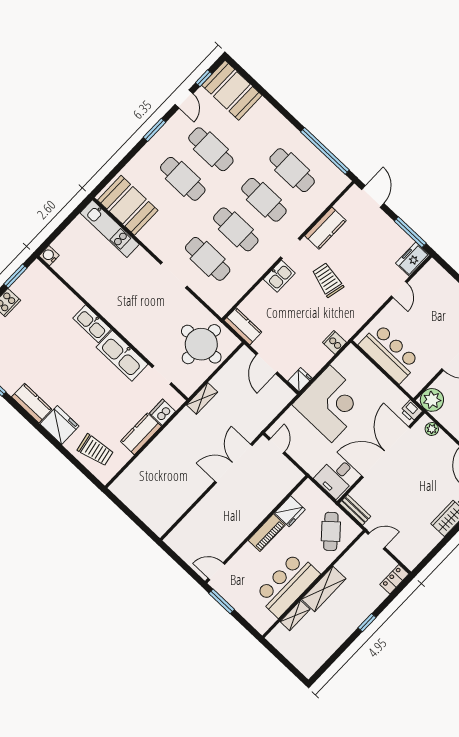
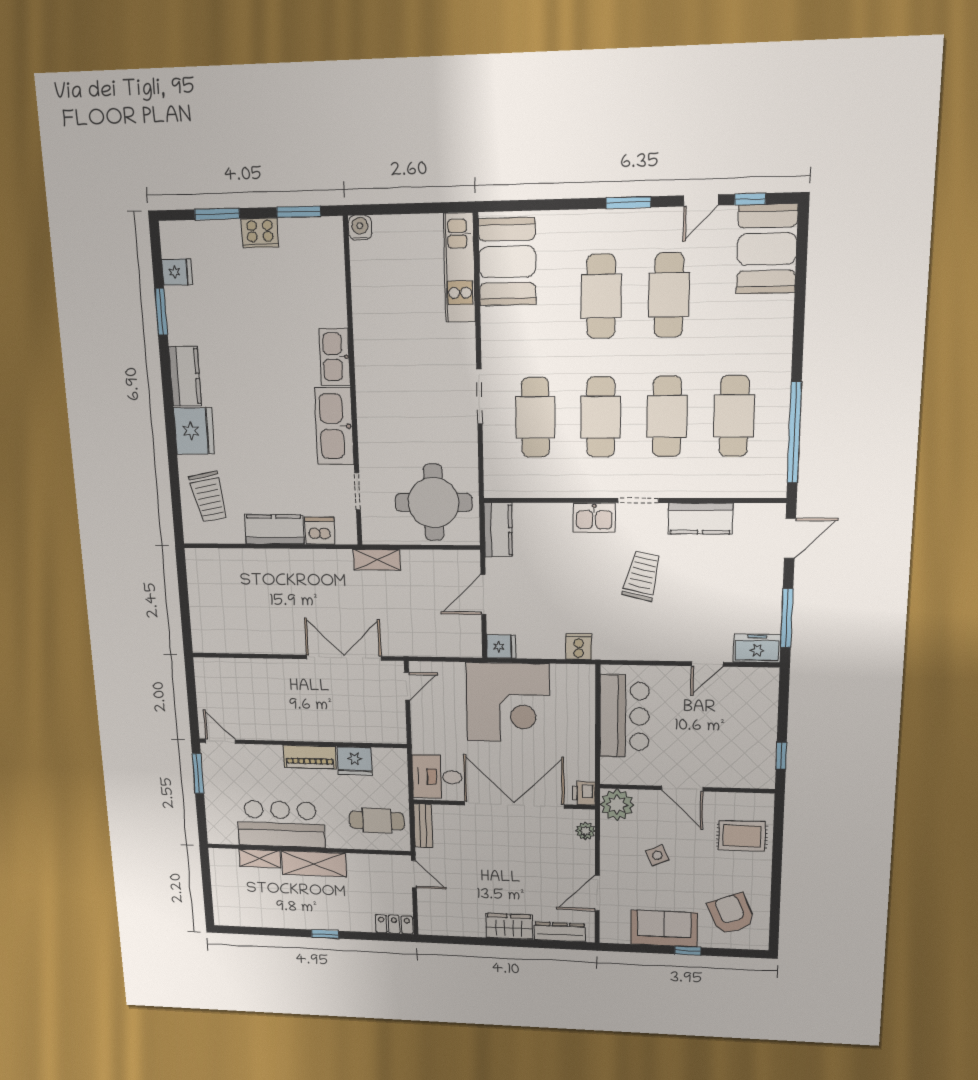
cafe table: (331, 531) -> (377, 821), turned 41

